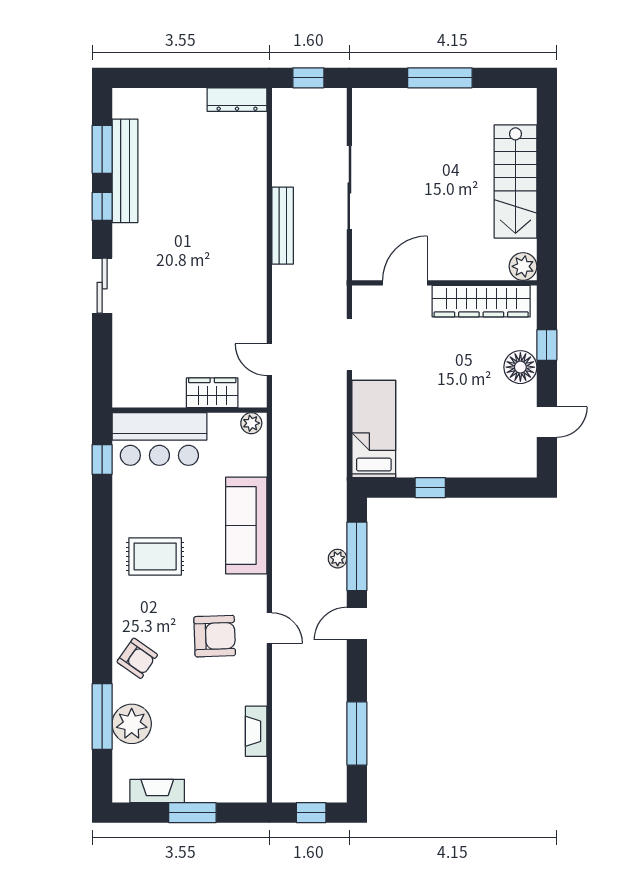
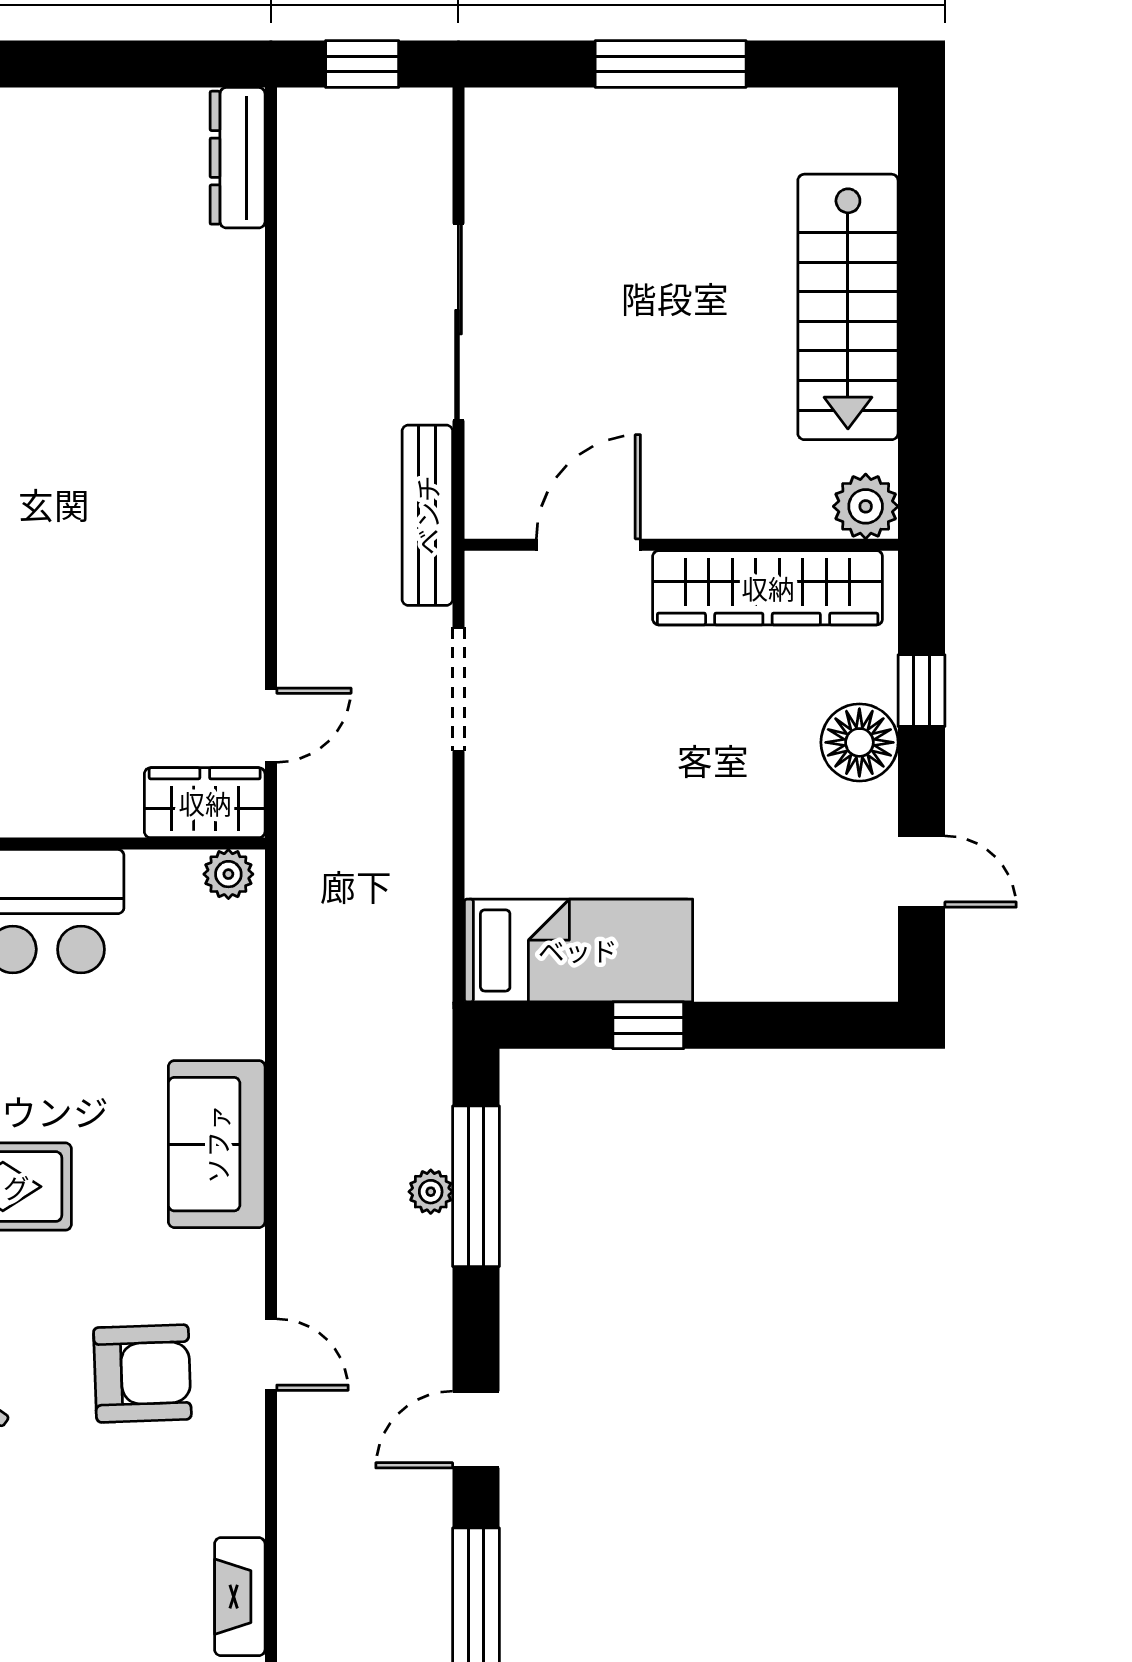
dresser: (237, 100) -> (238, 158), moved, turned 90
bench: (283, 226) -> (427, 515), moved
door: (269, 360) -> (271, 725), swing flipped
wardrobe: (212, 393) -> (205, 803), moved
door: (547, 422) -> (921, 872), hinge flipped
bed: (374, 429) -> (578, 950), moved, turned 90
sofa: (246, 525) -> (217, 1144), width x0.73
door: (357, 624) -> (476, 1430), moved

